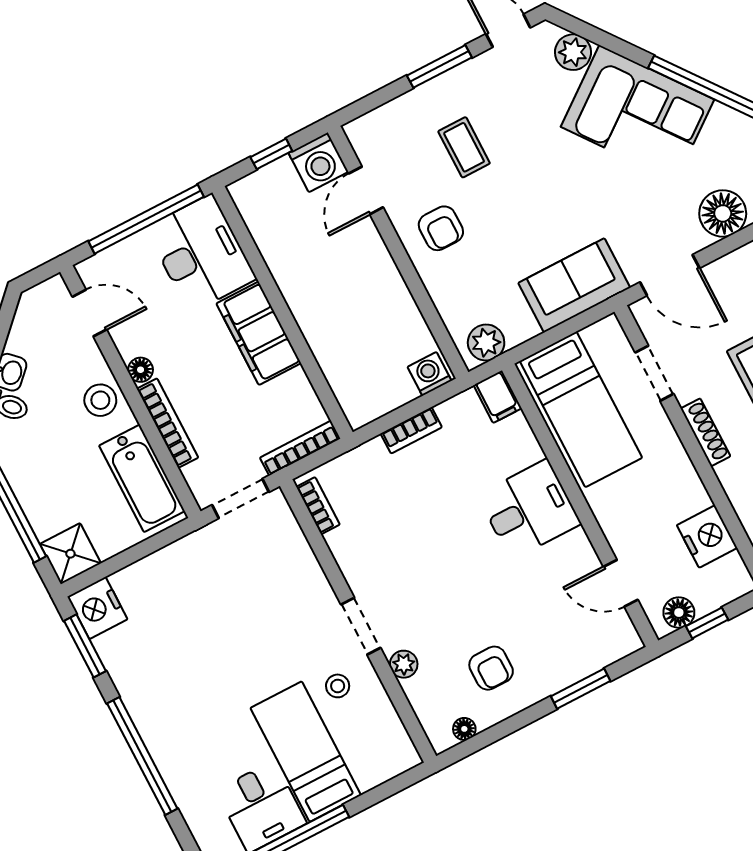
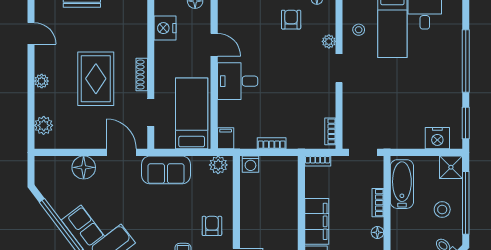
stool: (100, 400) -> (442, 209), moved
bookcase: (168, 423) -> (378, 203), width x0.64
bookcase: (300, 448) -> (318, 161), width x0.64
door: (621, 583) -> (214, 45), moved
nightstand: (97, 608) -> (437, 138), moved, turned 90
stool: (338, 686) -> (359, 30), moved

